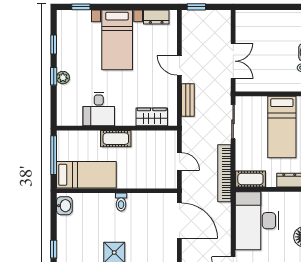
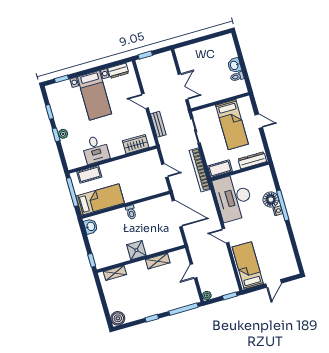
cot: (116, 139) -> (89, 174), moved

